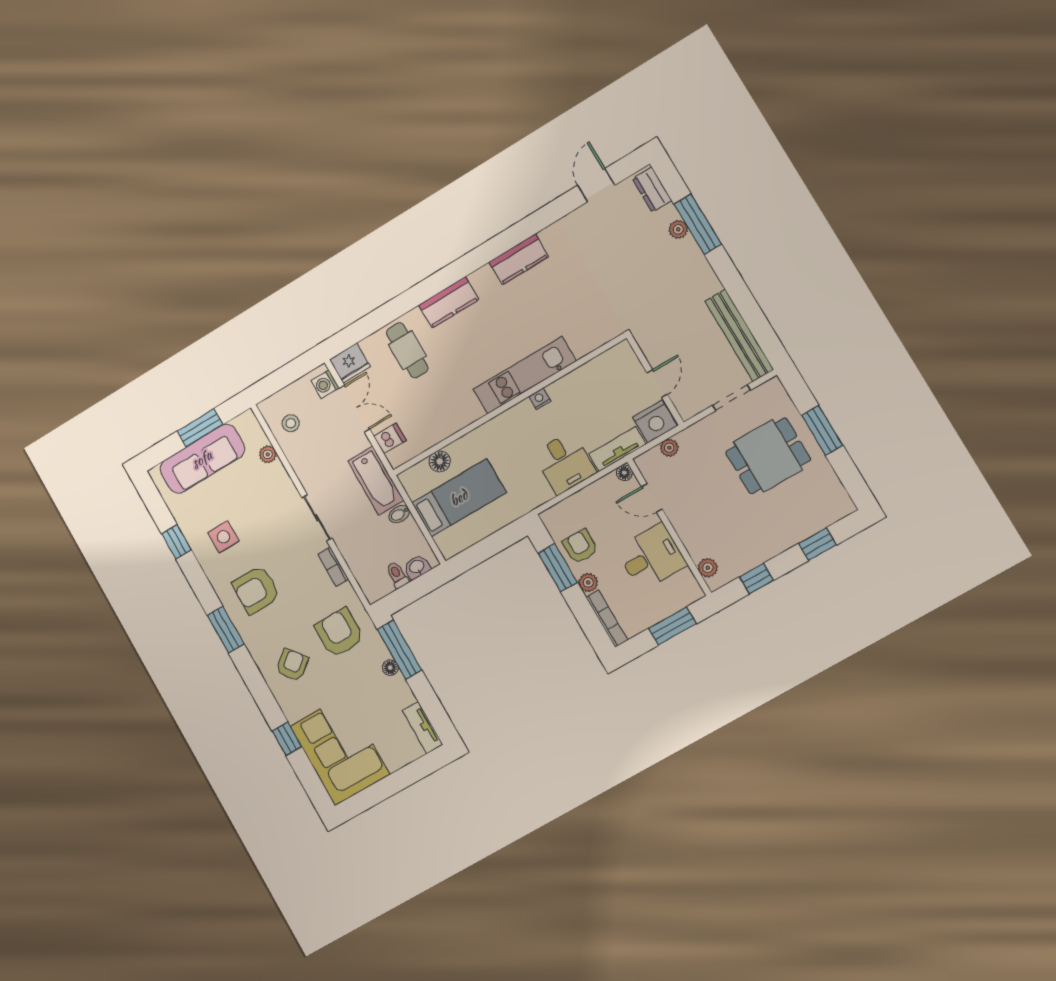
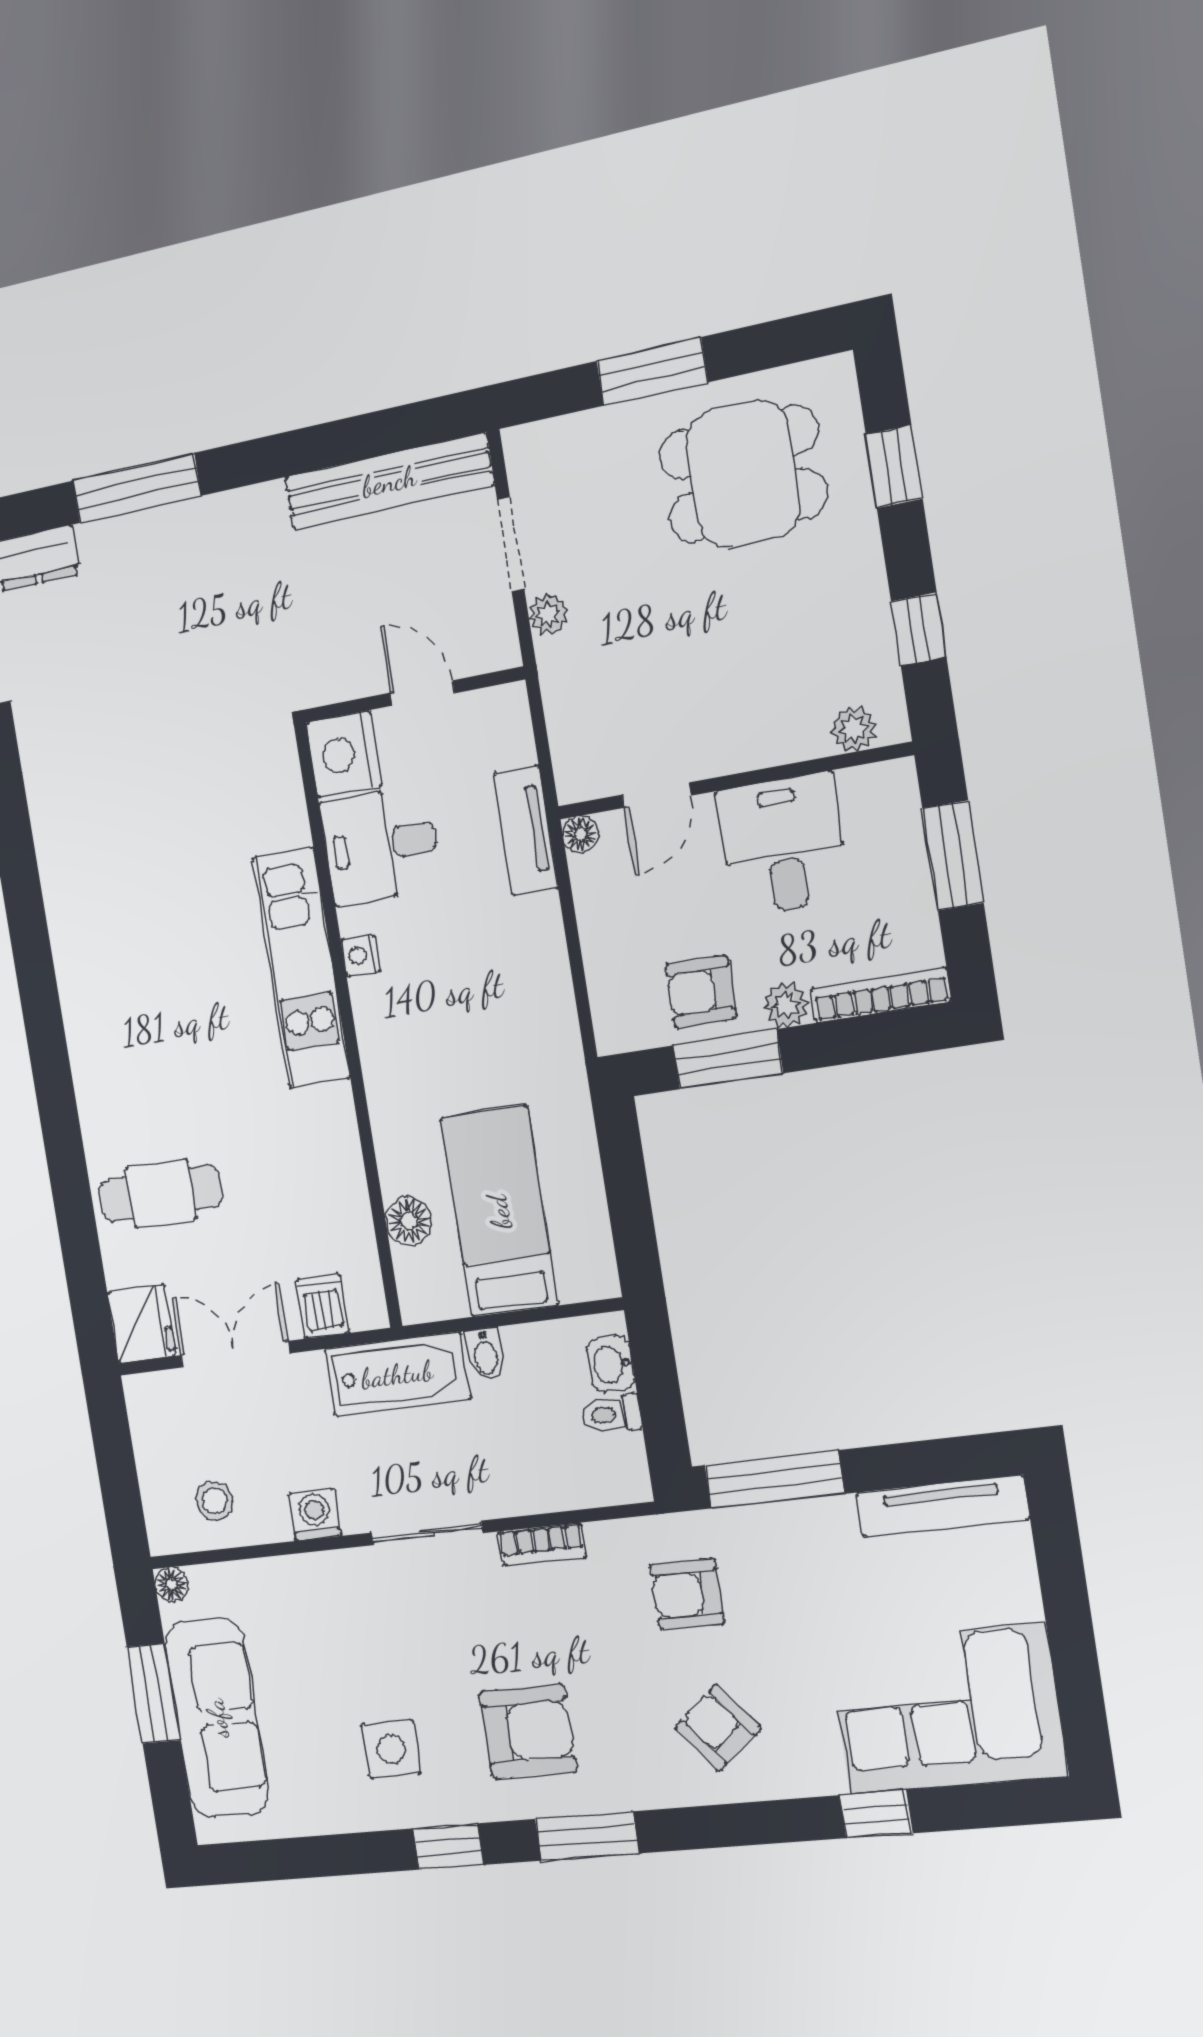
plant: (678, 229) -> (132, 533), removed
kitchen counter: (519, 259) -> (69, 887), removed
kitchen counter: (449, 302) -> (99, 1067), removed
washing machine: (325, 384) -> (315, 1515), moved, turned 180
nightstand: (655, 422) -> (344, 754), moved, turned 180
plant: (669, 448) -> (549, 614), moved
plant: (268, 454) -> (259, 1577), removed
dining table: (768, 456) -> (743, 474), moved, turned 90
desk: (564, 463) -> (381, 845), moved, turned 180
window: (176, 542) -> (448, 1847), moved
armchair: (256, 590) -> (528, 1731), turned -90
armchair: (339, 633) -> (687, 1594), width x0.72, depth x0.72
floor lamp: (390, 668) -> (171, 1585), moved
tv unit: (423, 728) -> (942, 1506), width x1.41

